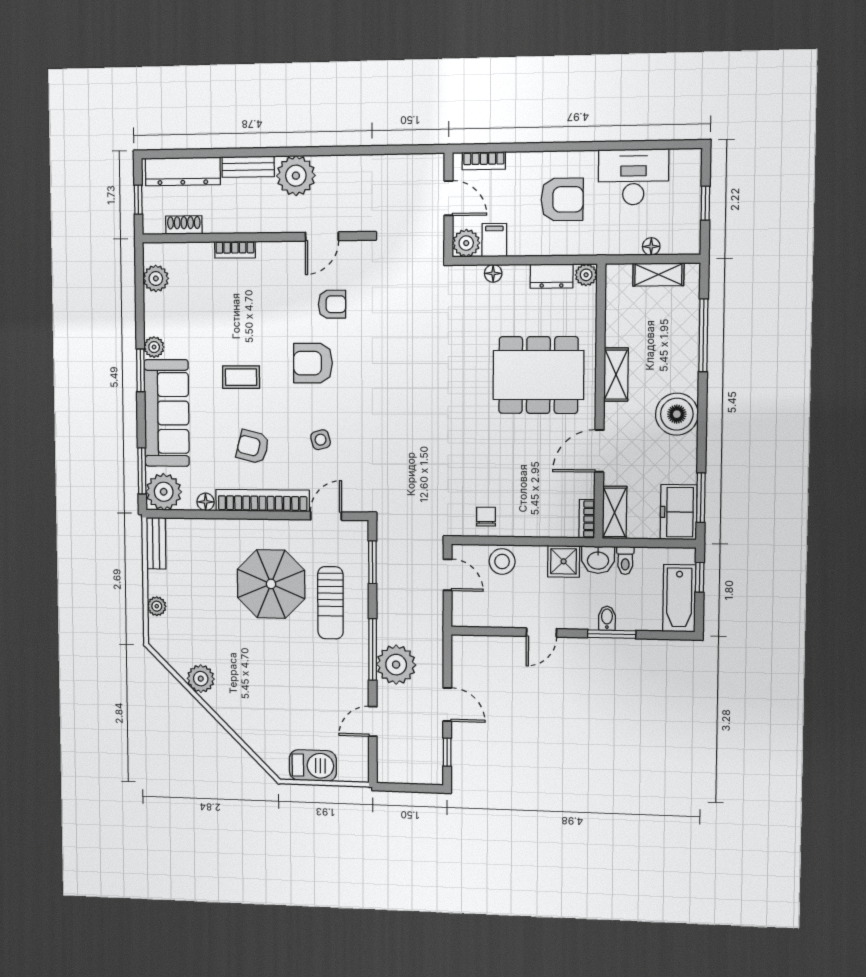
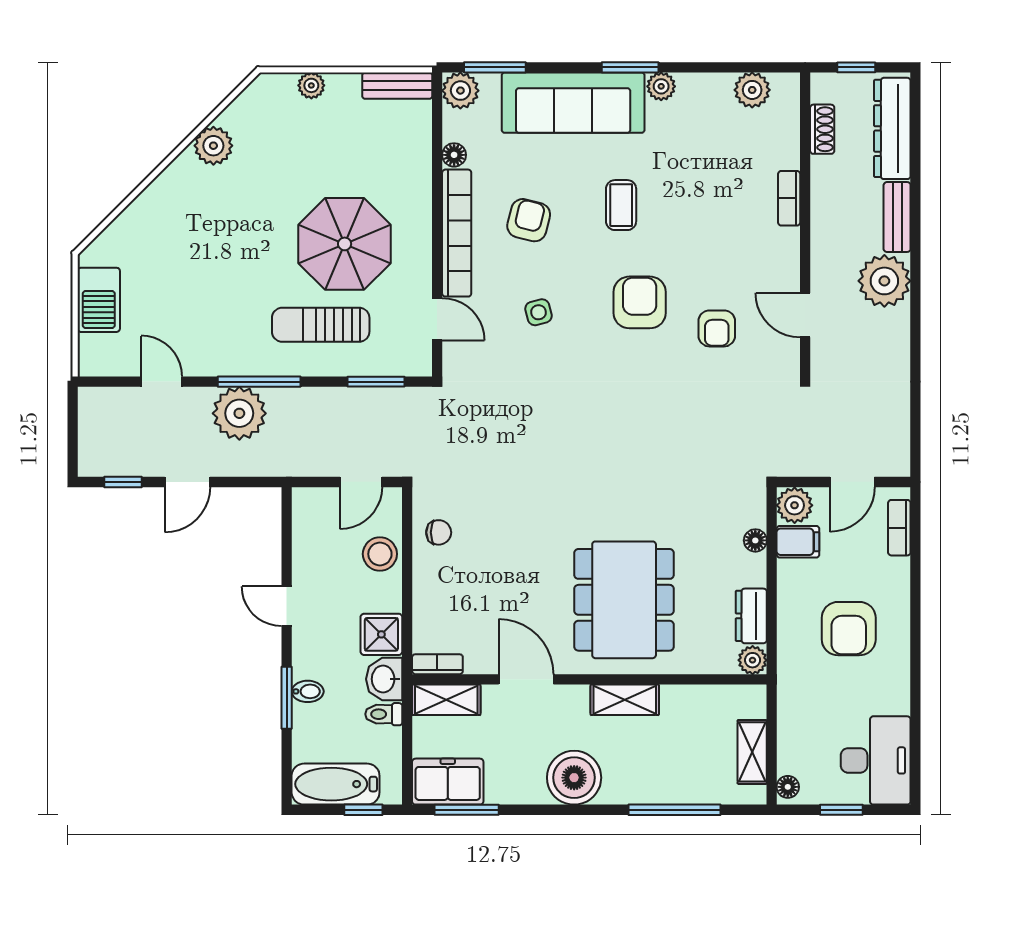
desk: (633, 177) -> (876, 760), moved
floor lamp: (651, 246) -> (788, 787), moved
plant: (164, 492) -> (460, 91), width x0.73, depth x0.73

